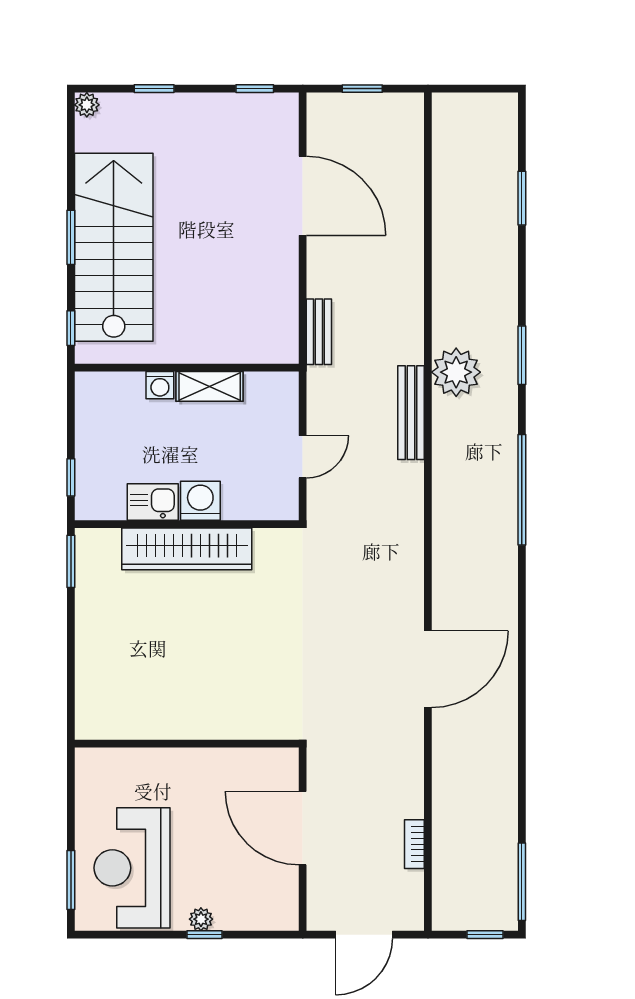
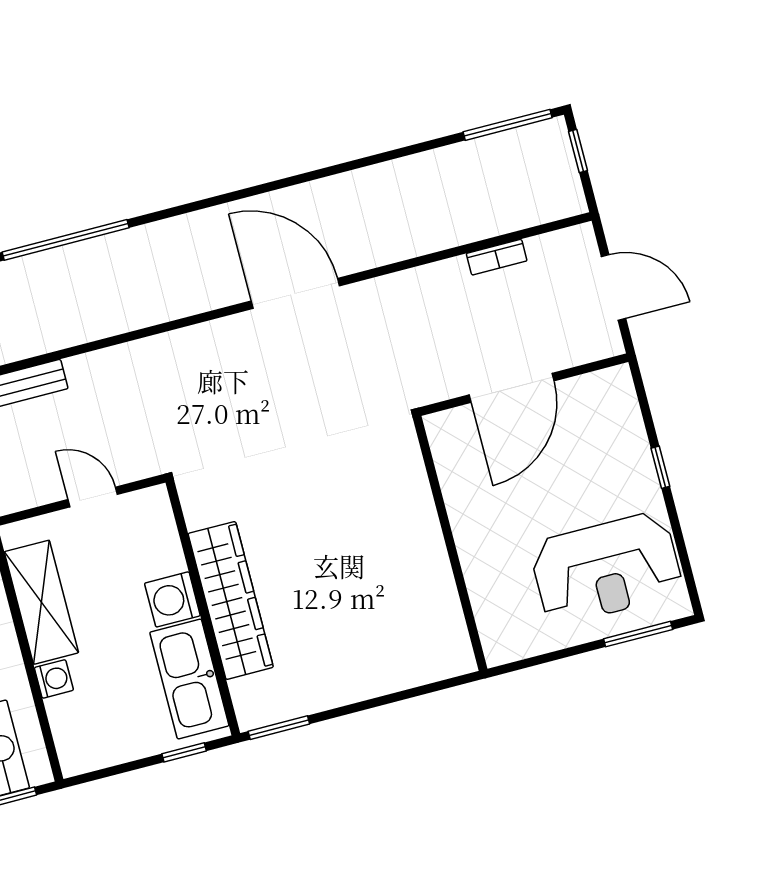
shelving: (210, 386) -> (41, 602), width x1.50, depth x1.33
kitchen sink: (153, 502) -> (189, 679), width x1.88, depth x1.24
plant: (201, 919) -> (644, 476), removed

